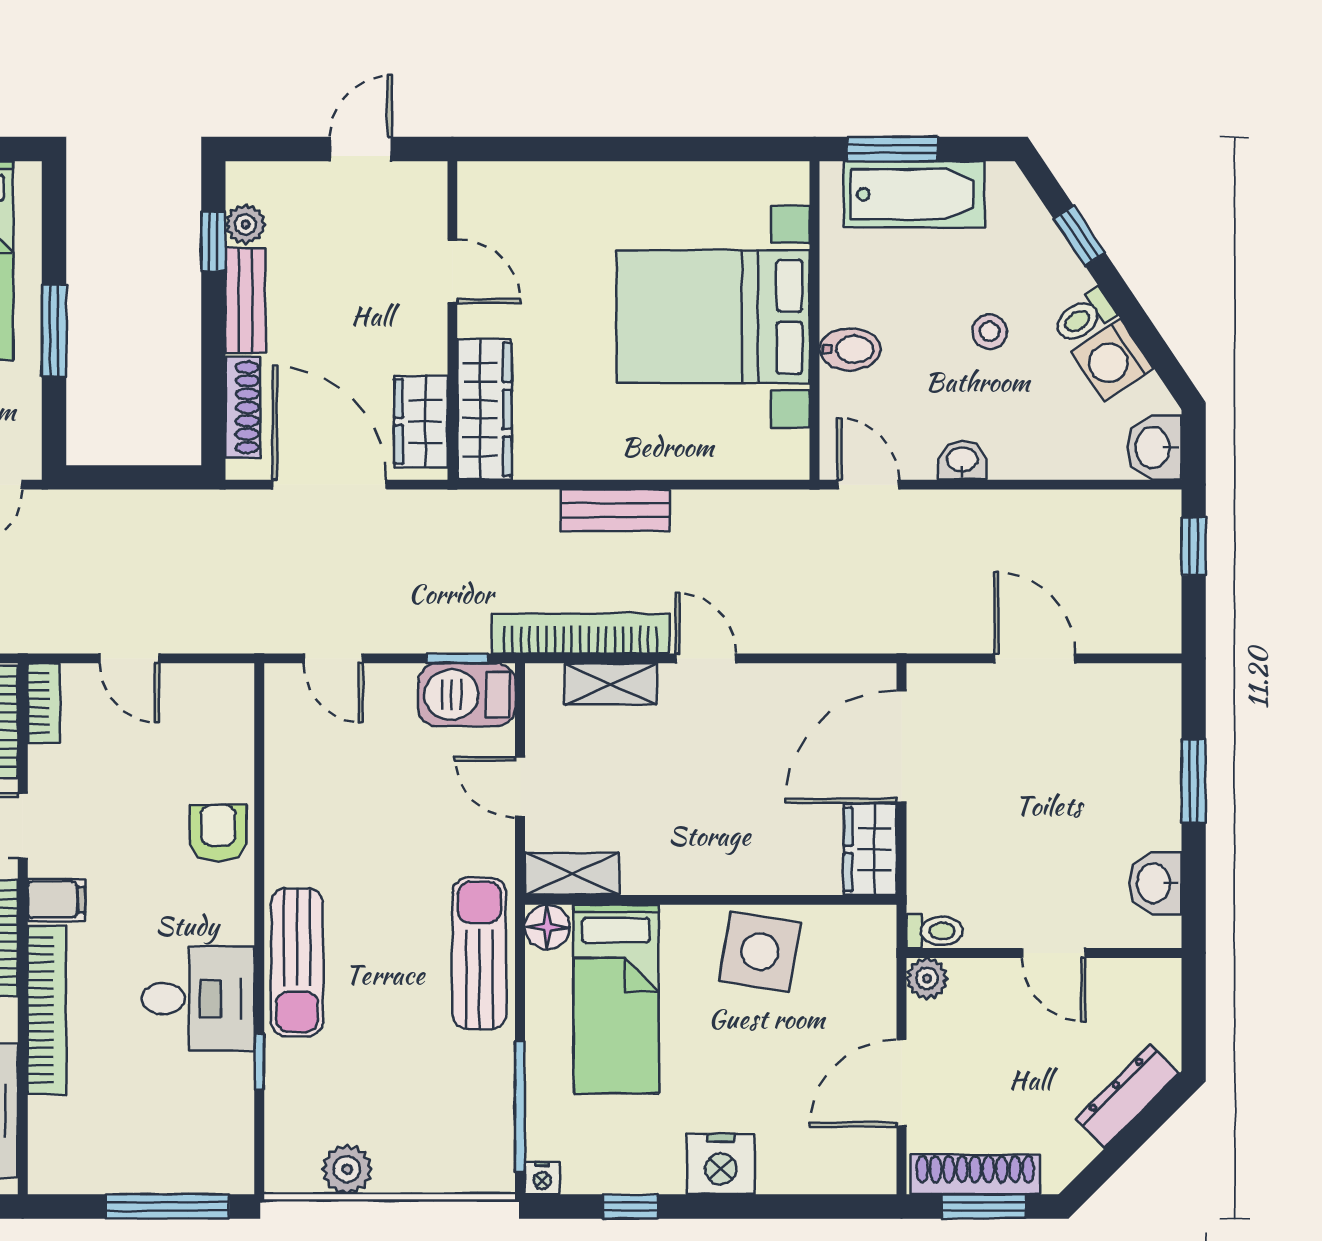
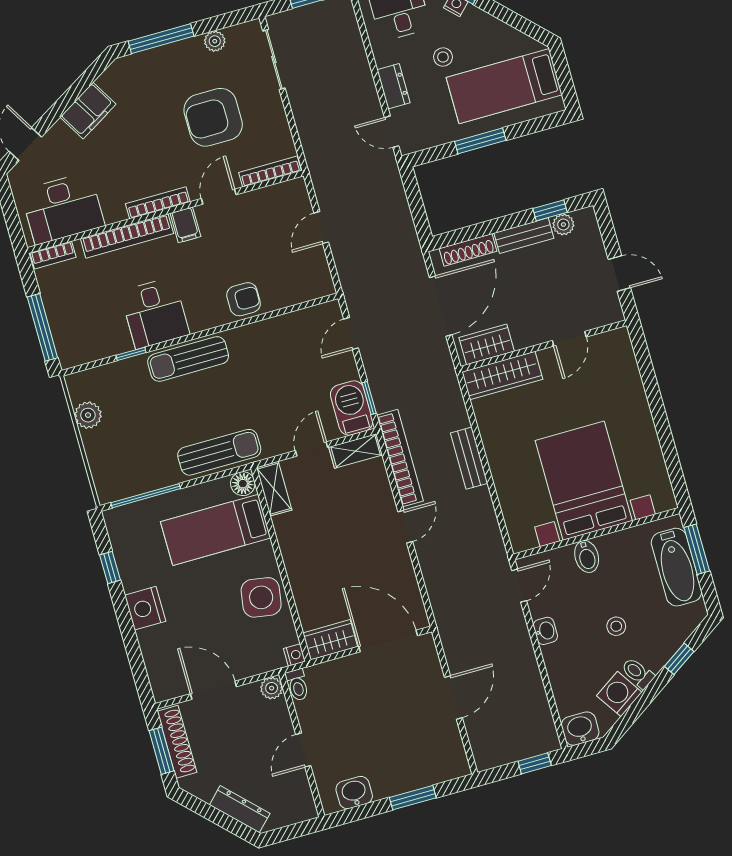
shelving: (611, 684) -> (356, 451), moved, turned 90
bookcase: (43, 703) -> (53, 255), moved
nightstand: (542, 1178) -> (294, 655), moved, turned 180

